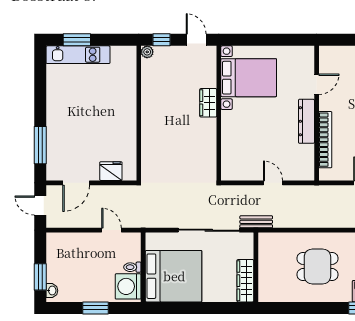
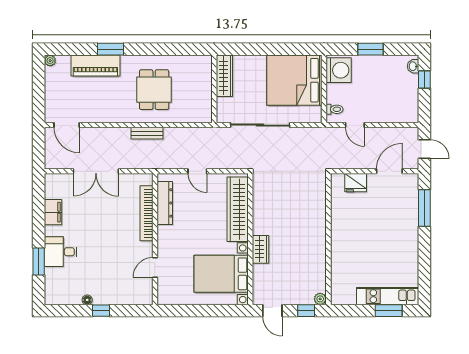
dresser: (306, 121) -> (165, 203), moved
wardrobe: (232, 144) -> (238, 209), added
bench: (256, 222) -> (147, 133), moved
dining table: (317, 266) -> (154, 90), turned 90
toilet: (132, 267) -> (335, 109), moved
window: (40, 277) -> (424, 80), width x0.67

